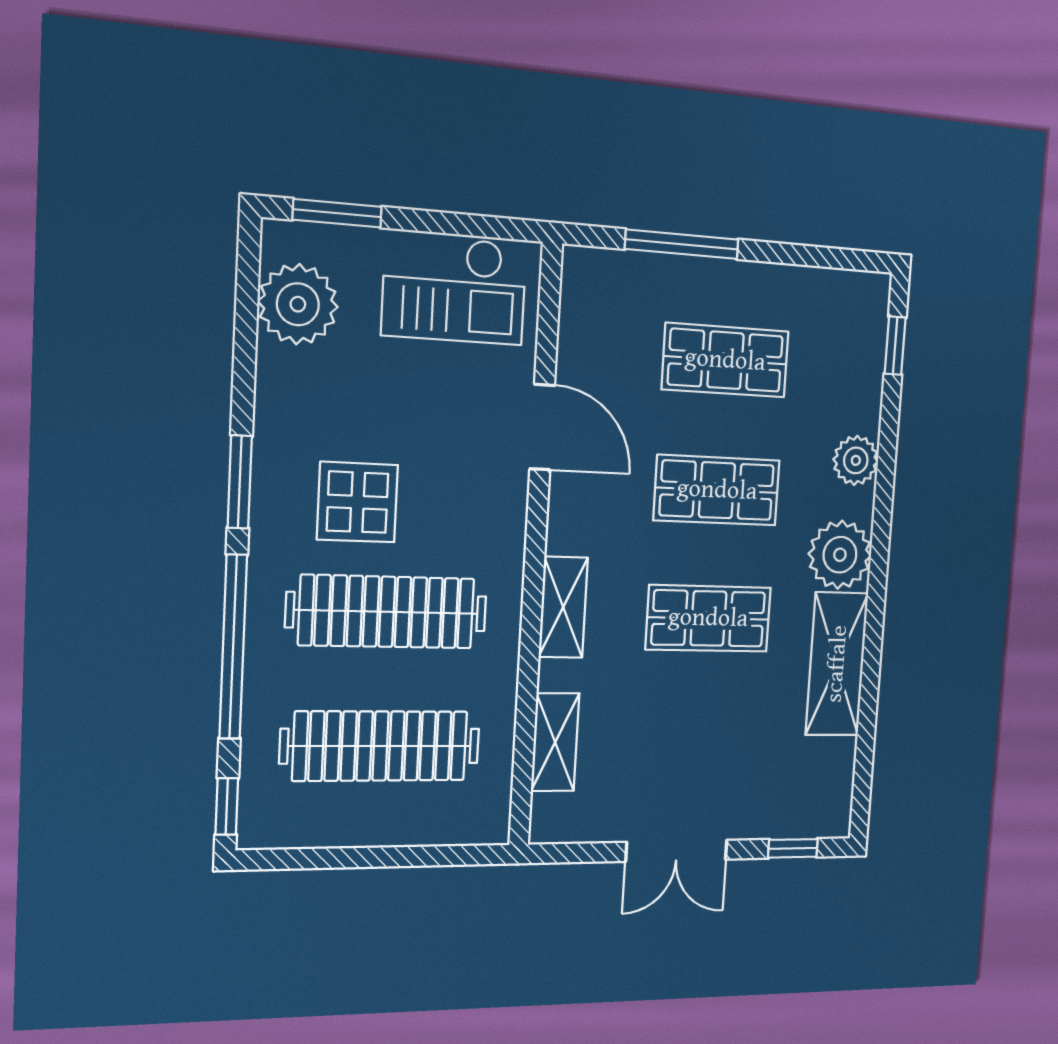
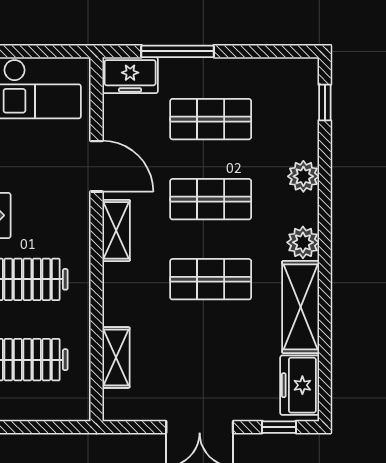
freezer: (605, 278) -> (130, 75), added
plant: (840, 555) -> (303, 242), width x0.73, depth x0.73
shelving: (563, 607) -> (116, 230), moved
freezer: (827, 784) -> (300, 385), added

